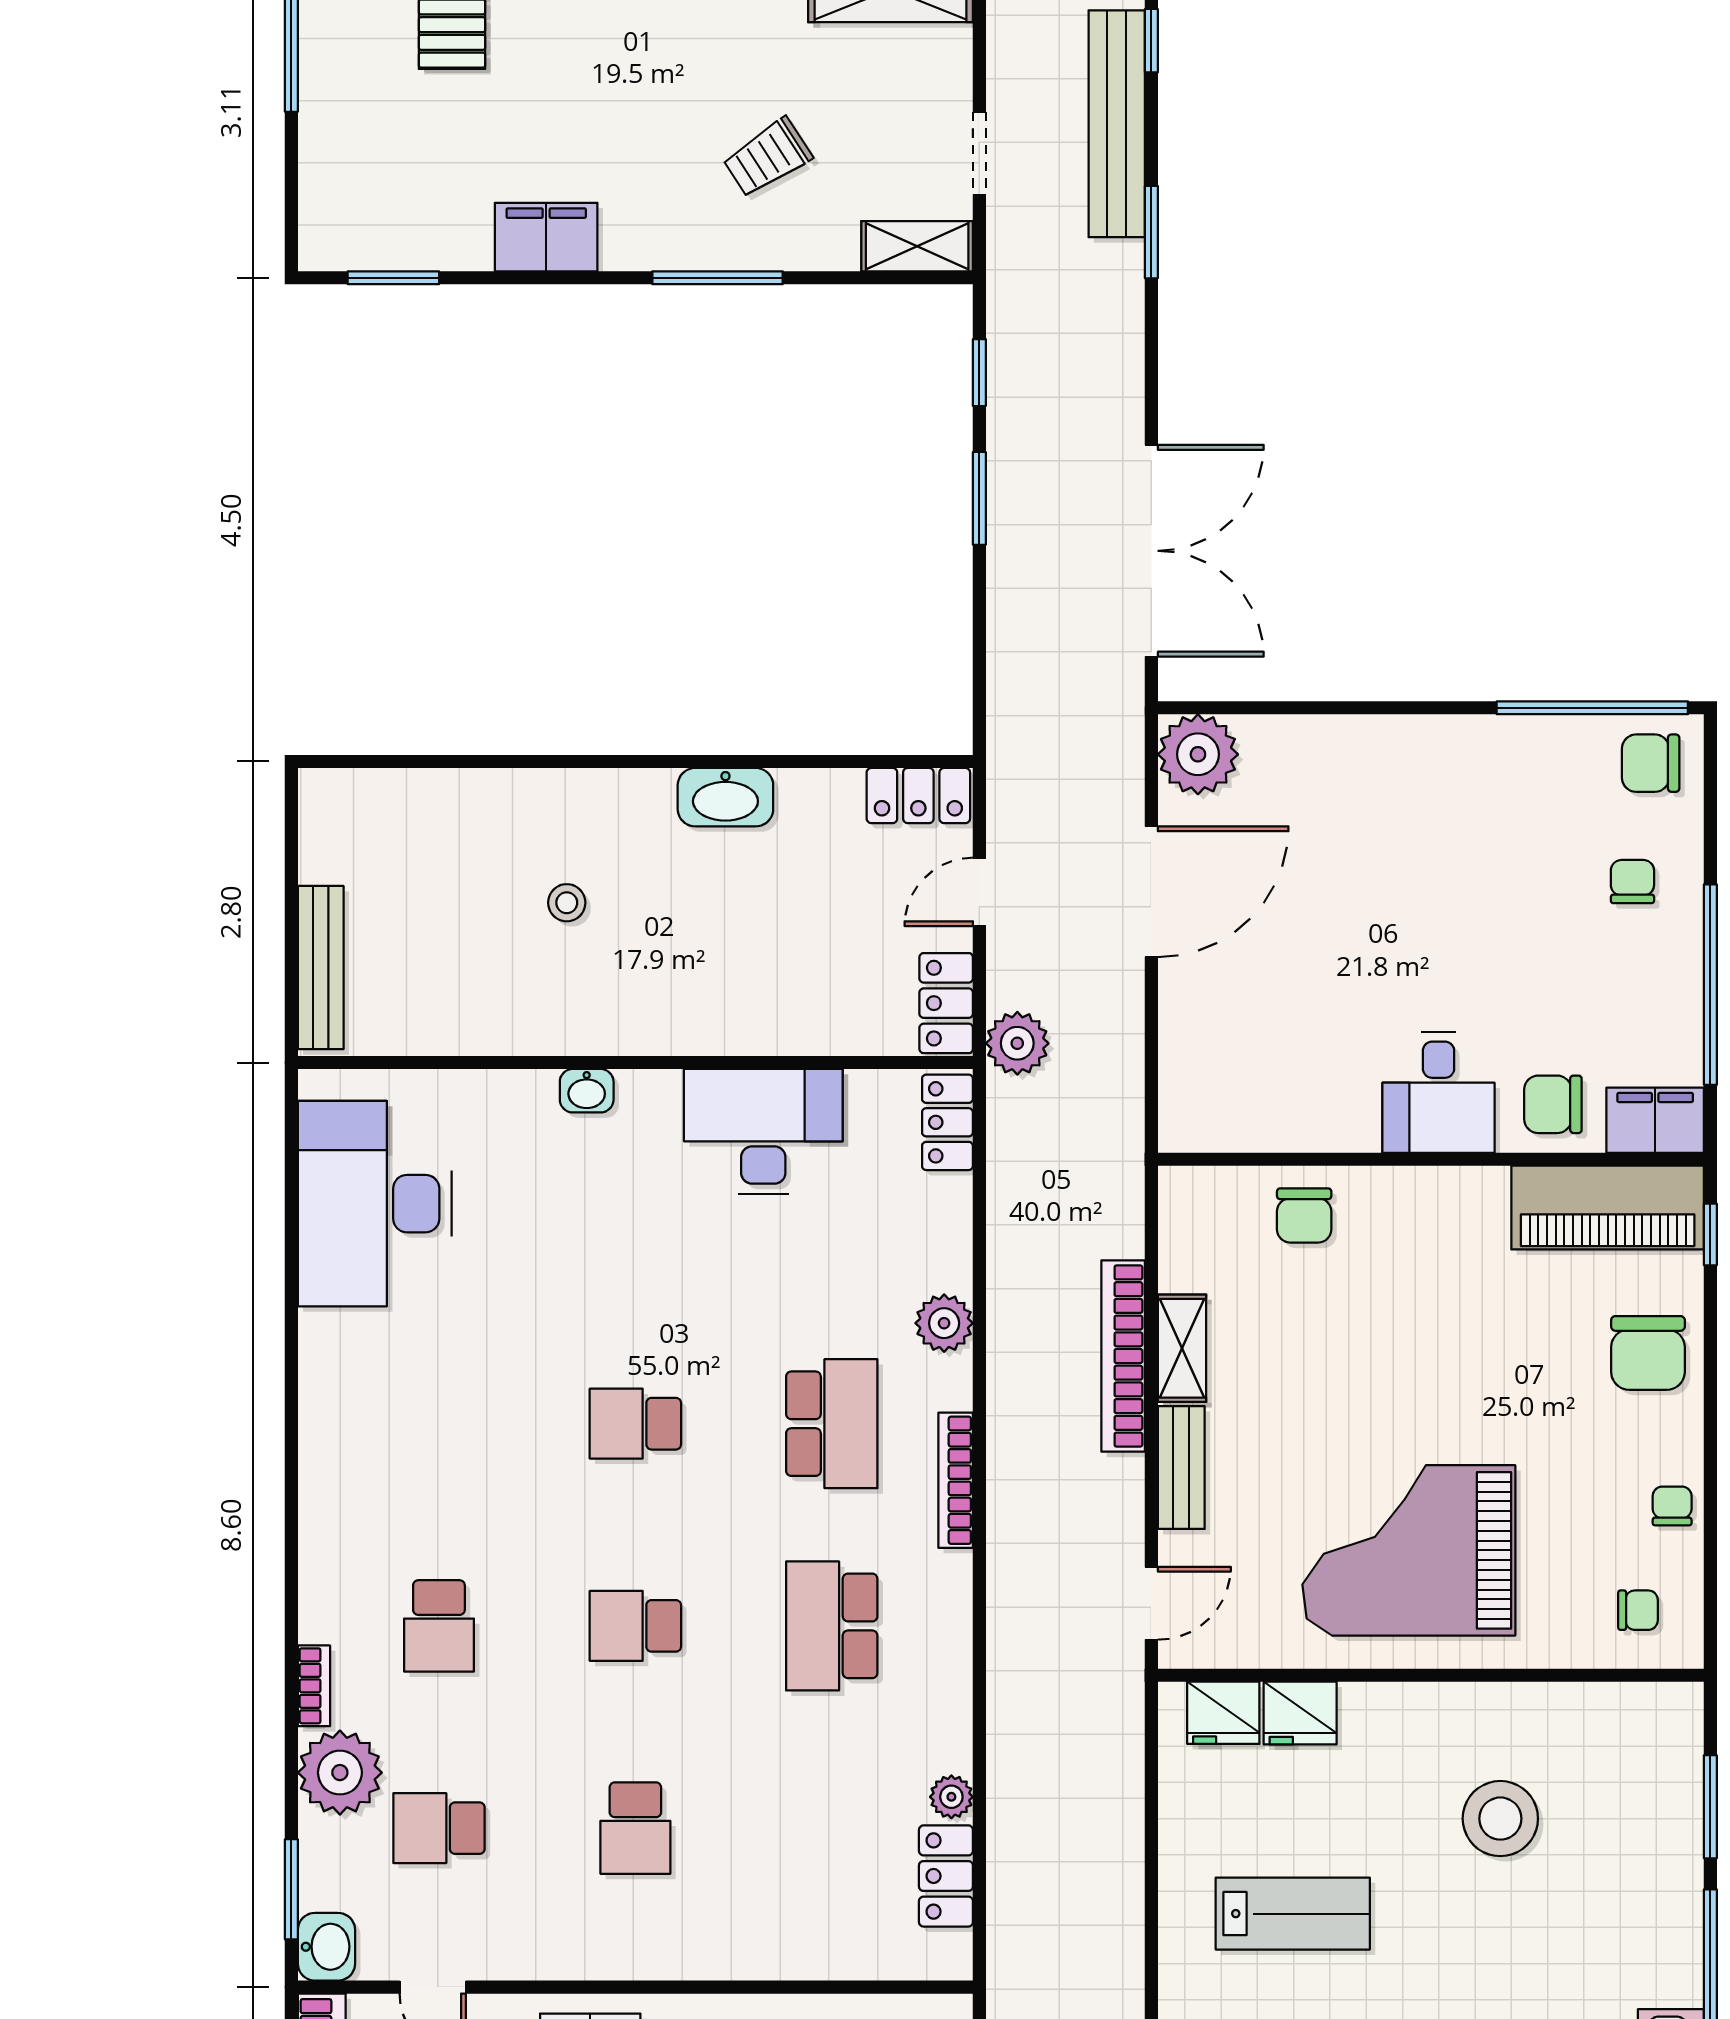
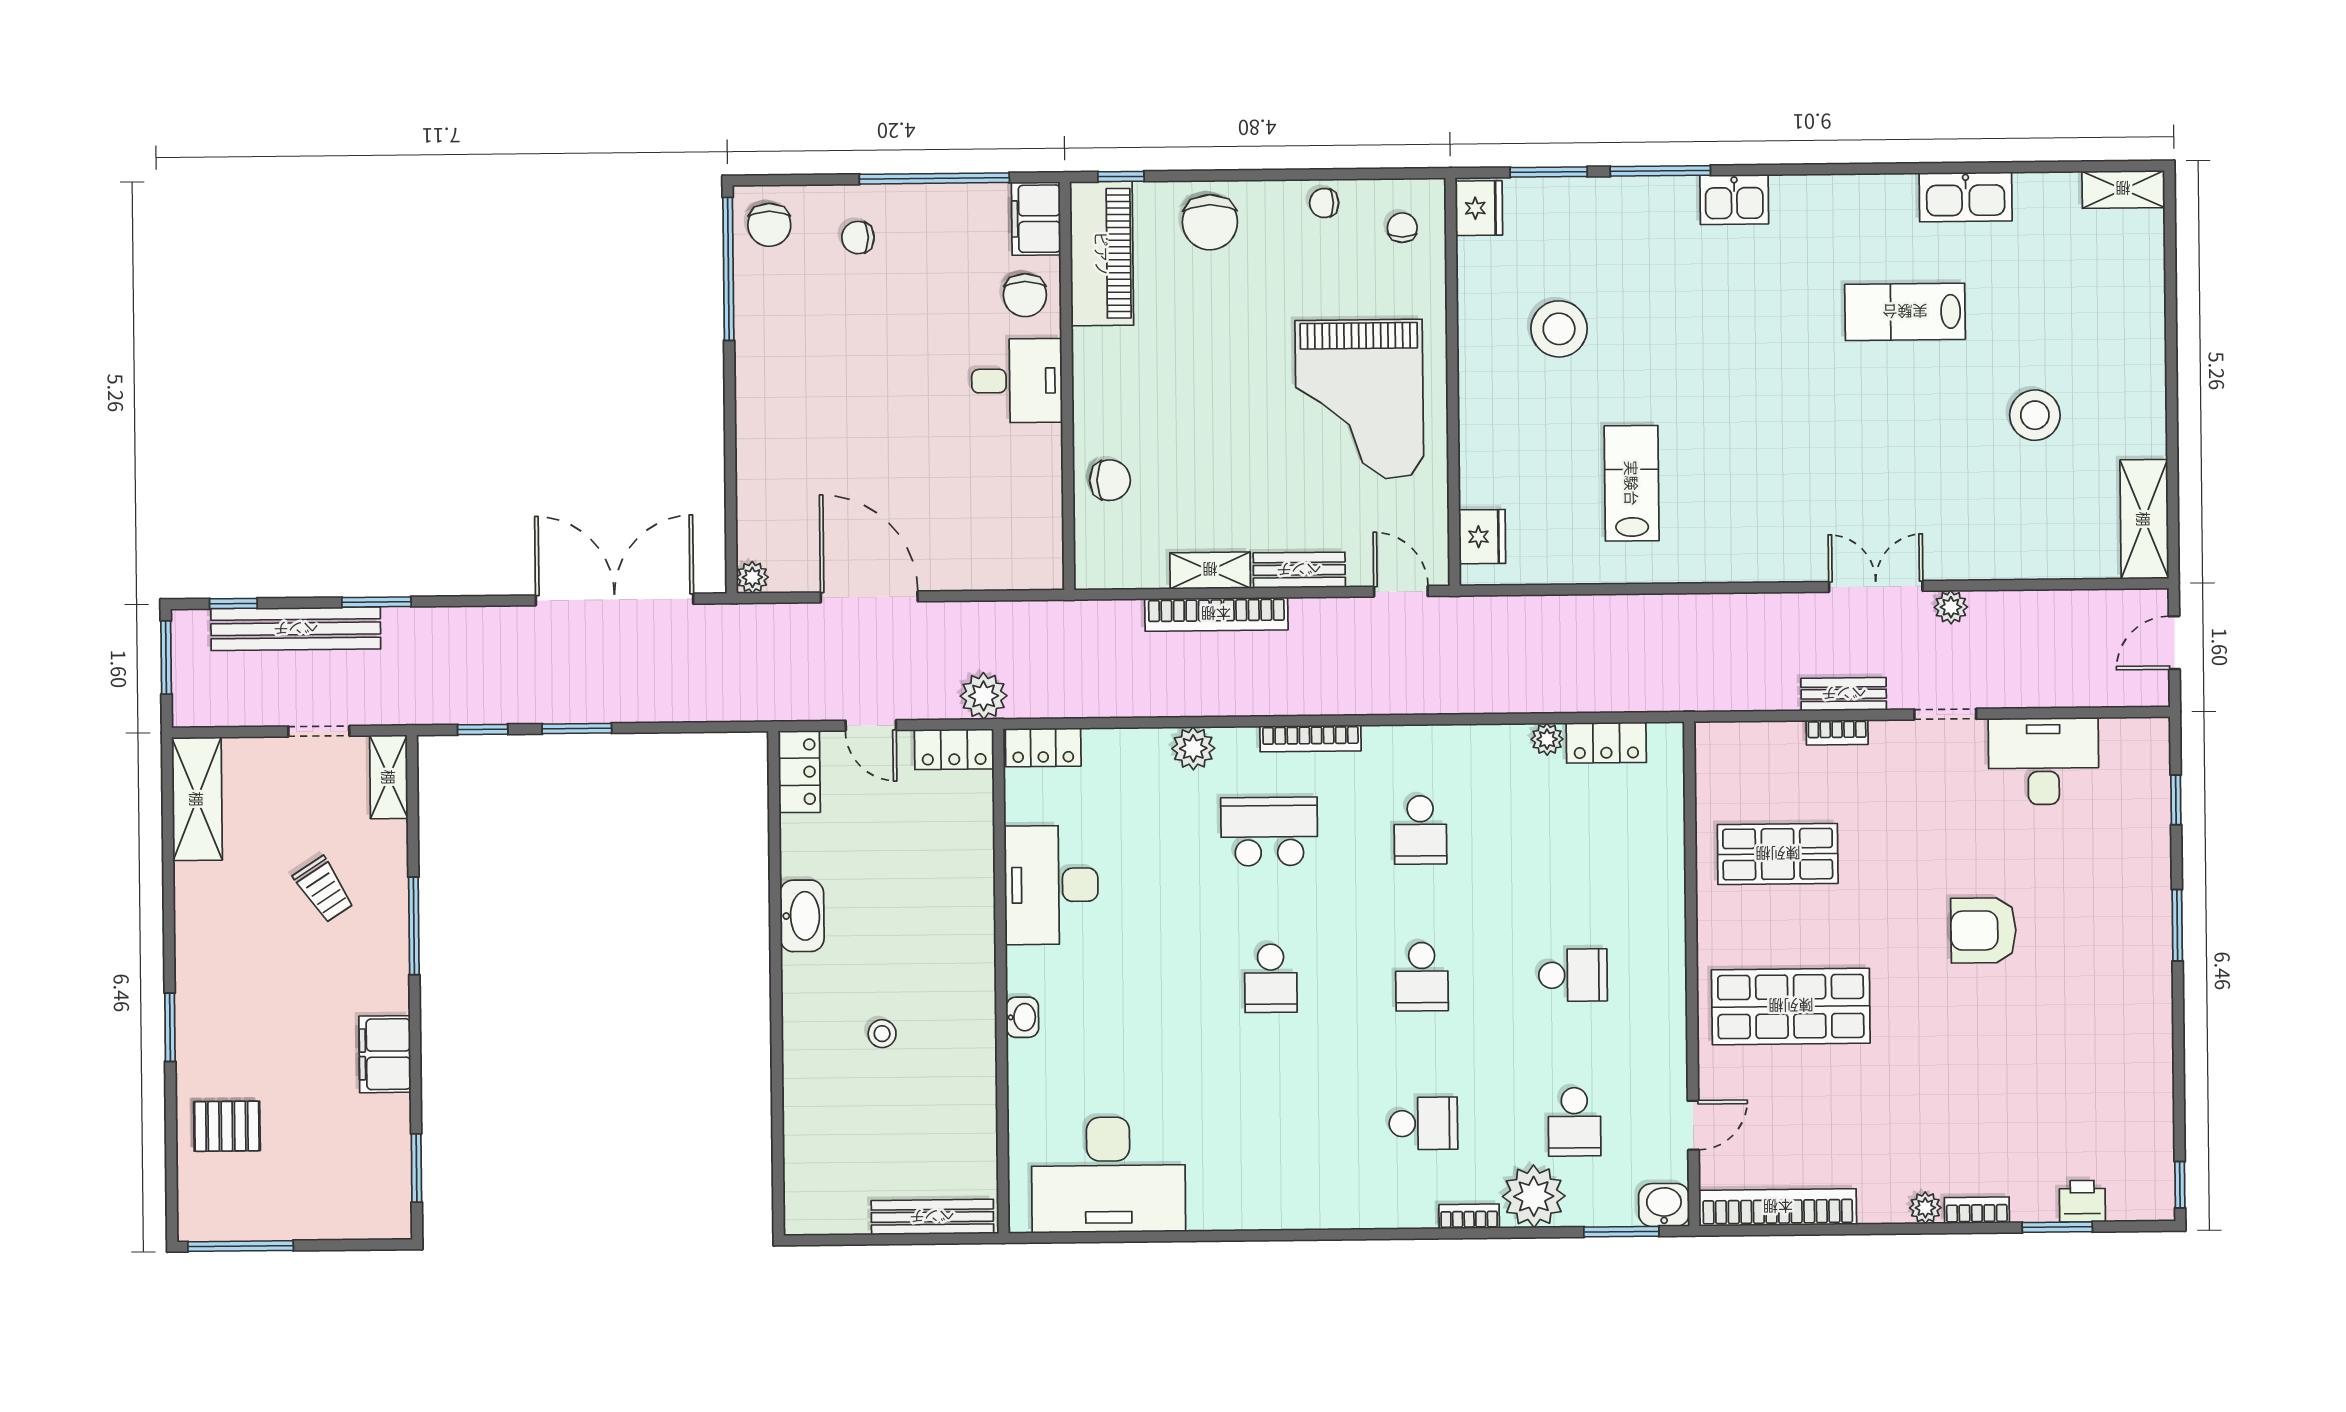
plant: (1198, 754) -> (752, 577), width x0.53, depth x0.53
chair: (1648, 1353) -> (1210, 222), turned 90
school desk: (832, 1626) -> (1420, 830), width x0.54
fridge: (1300, 1713) -> (1479, 208), moved

